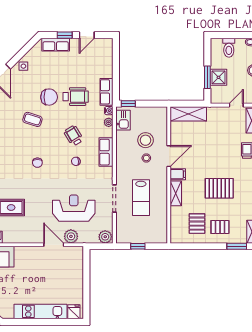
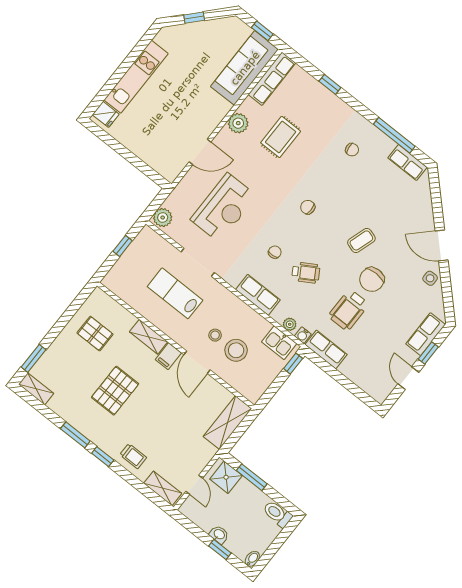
toilet: (229, 48) -> (277, 514), moved
shower: (219, 77) -> (226, 477), moved
pallet: (220, 227) -> (71, 357), removed
plant: (71, 236) -> (238, 123), moved

